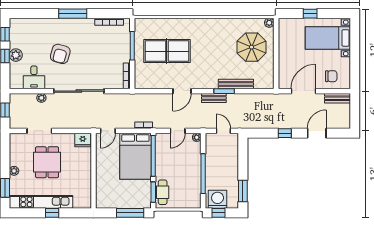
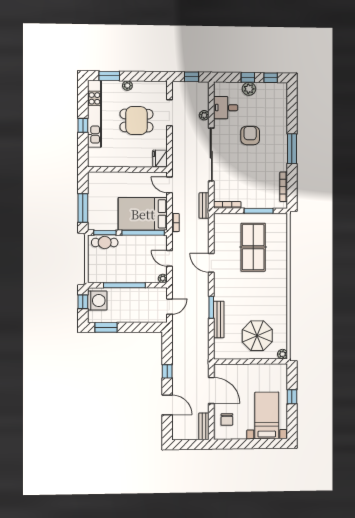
armchair: (60, 54) -> (250, 135), turned 75
bench: (214, 98) -> (204, 206), moved

